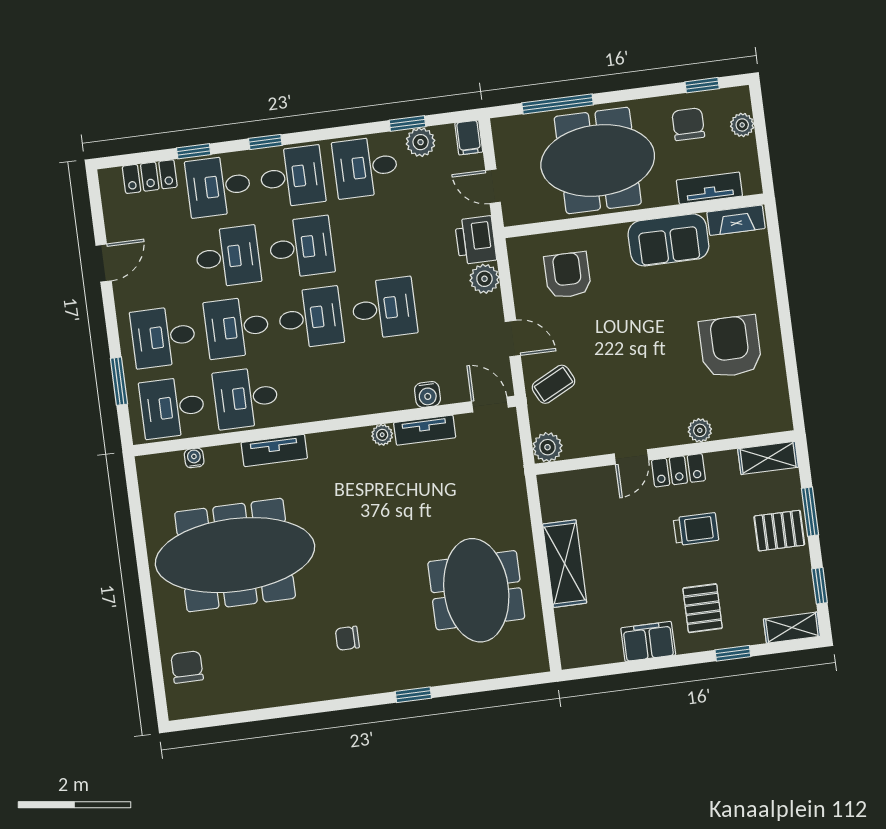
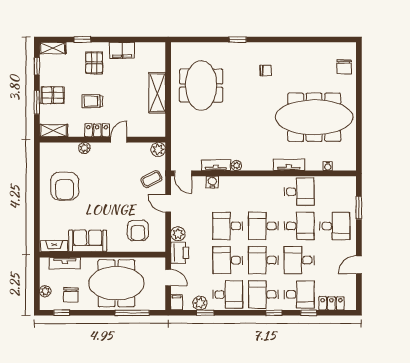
desk: (173, 407) -> (228, 260), moved, turned 180

